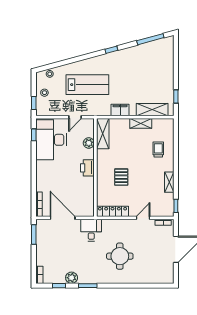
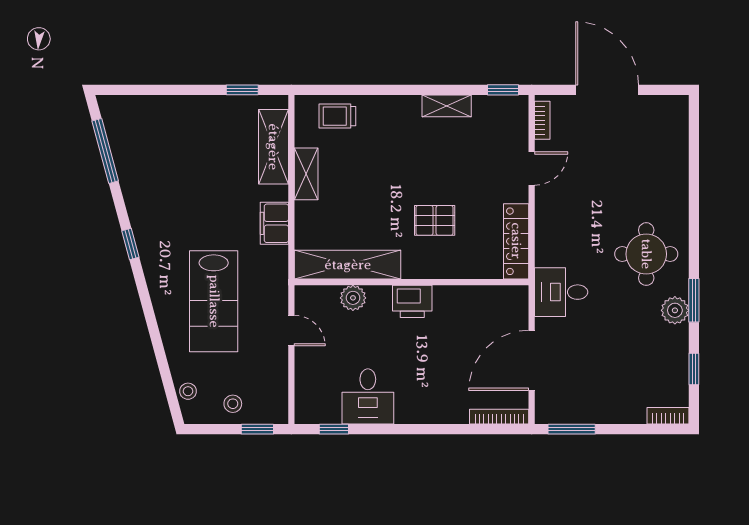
lab bench: (87, 85) -> (214, 301), turned 180
shelving: (103, 134) -> (348, 265), width x1.47
desk: (51, 140) -> (368, 396), width x0.53, depth x0.77
trolley: (158, 149) -> (337, 116), moved
door: (143, 218) -> (532, 168), swing flipped
round table: (120, 256) -> (646, 254), moved
plant: (72, 278) -> (675, 310), moved

